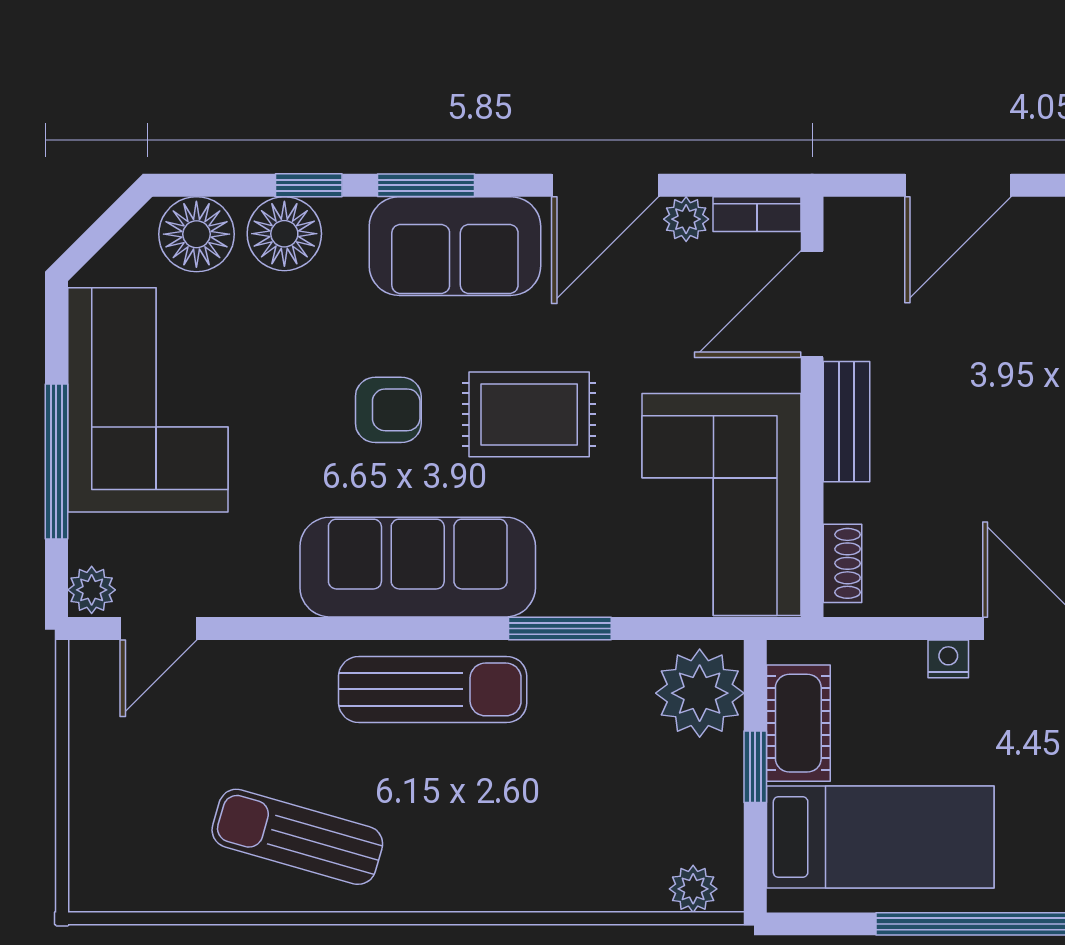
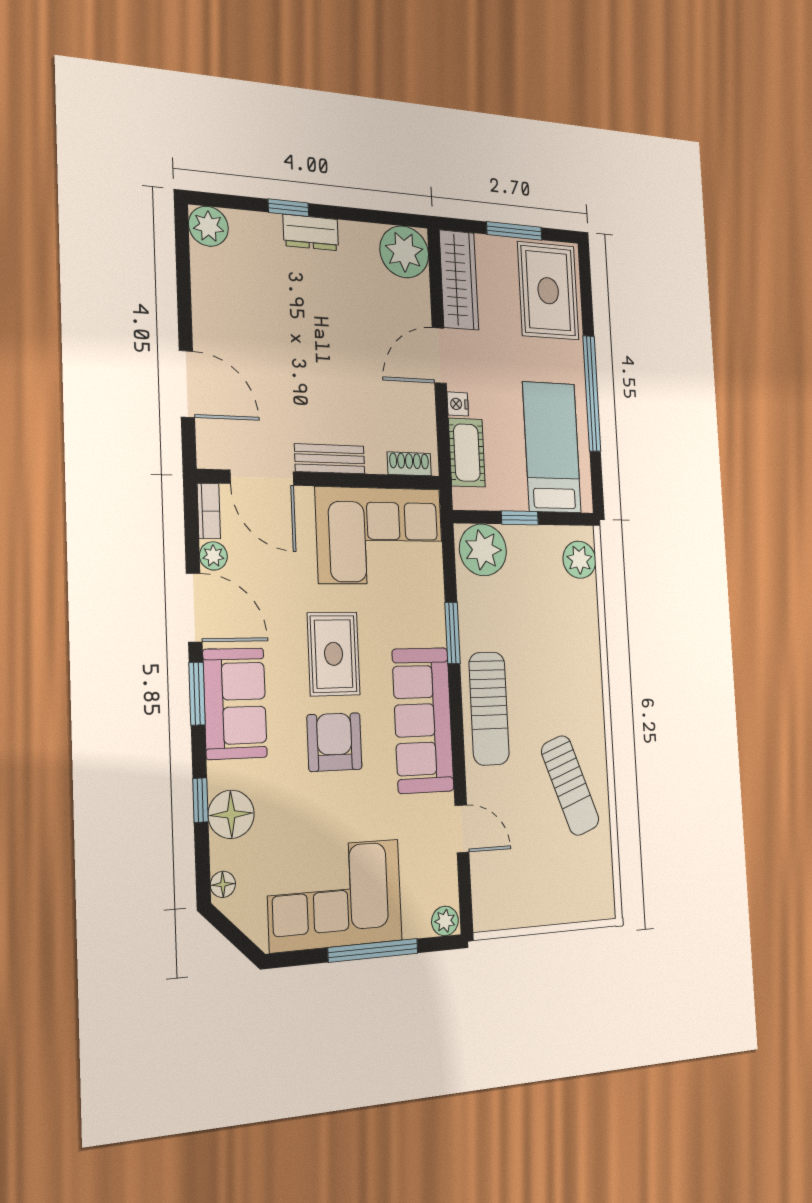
window: (426, 185) -> (197, 694), moved
floor lamp: (196, 234) -> (223, 884), width x0.53, depth x0.53
armchair: (388, 410) -> (334, 742), width x1.38, depth x1.38
door: (159, 628) -> (462, 829), moved
sun lounger: (433, 689) -> (489, 709), turned 180
cot: (798, 723) -> (467, 453), moved, turned 90
sun lounger: (297, 837) -> (570, 786), turned -36
plant: (693, 889) -> (579, 560), width x1.38, depth x1.38

